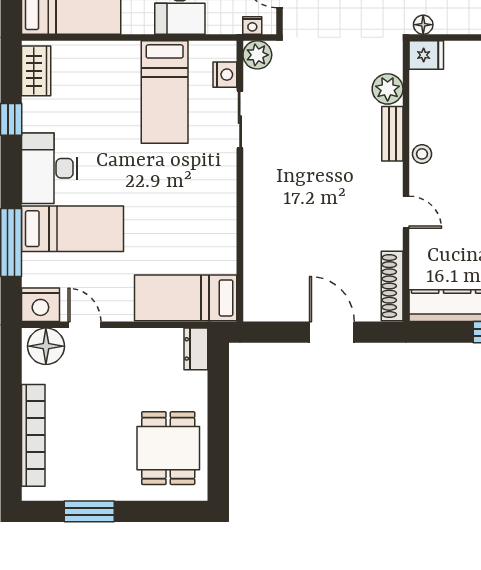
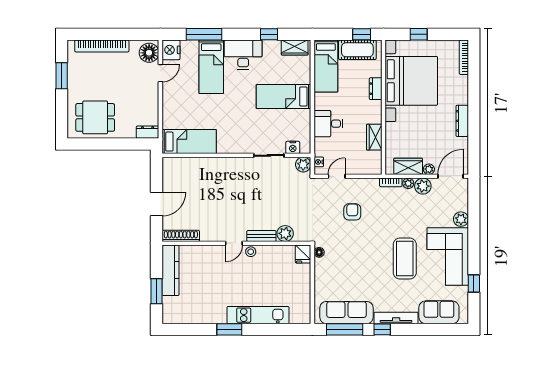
bed: (165, 92) -> (284, 97), moved
door: (406, 212) -> (234, 243), moved
bed: (186, 298) -> (189, 142), moved, turned 90

